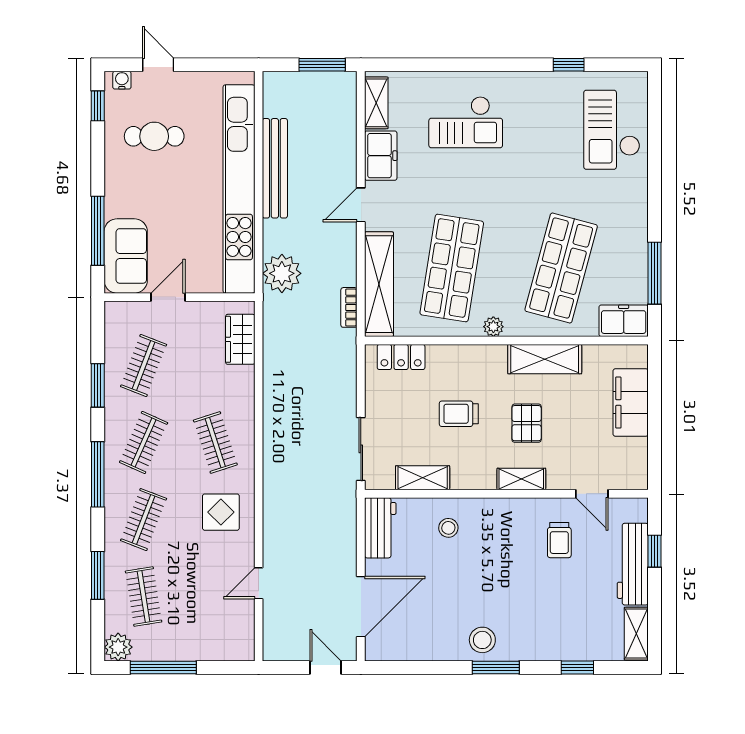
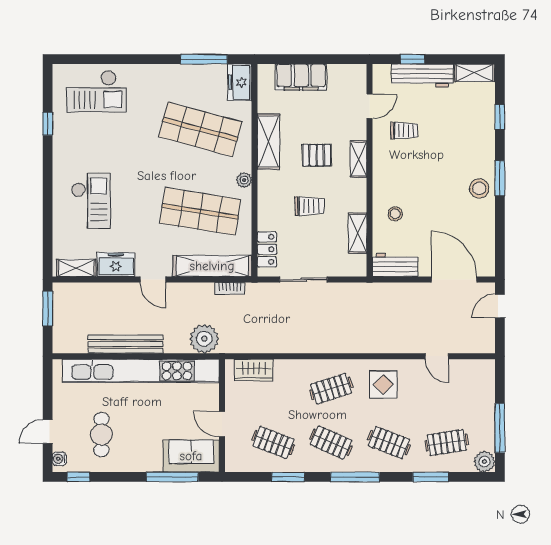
trolley: (459, 414) -> (310, 206), turned -90
sliding door: (361, 449) -> (304, 280), moved

